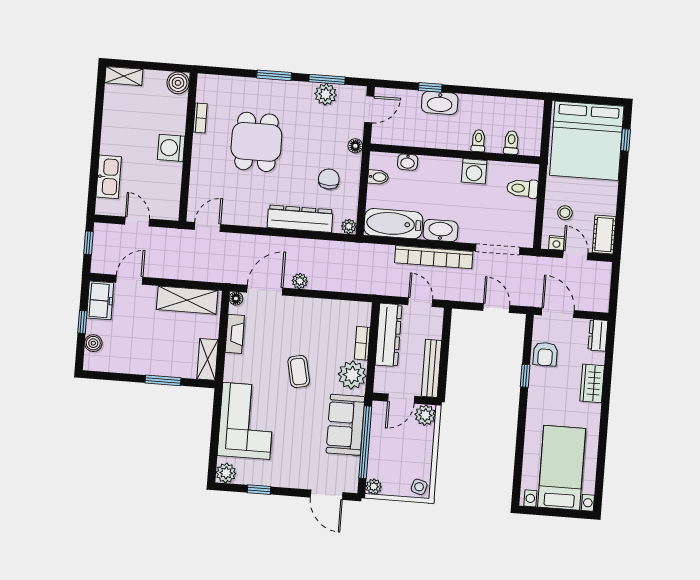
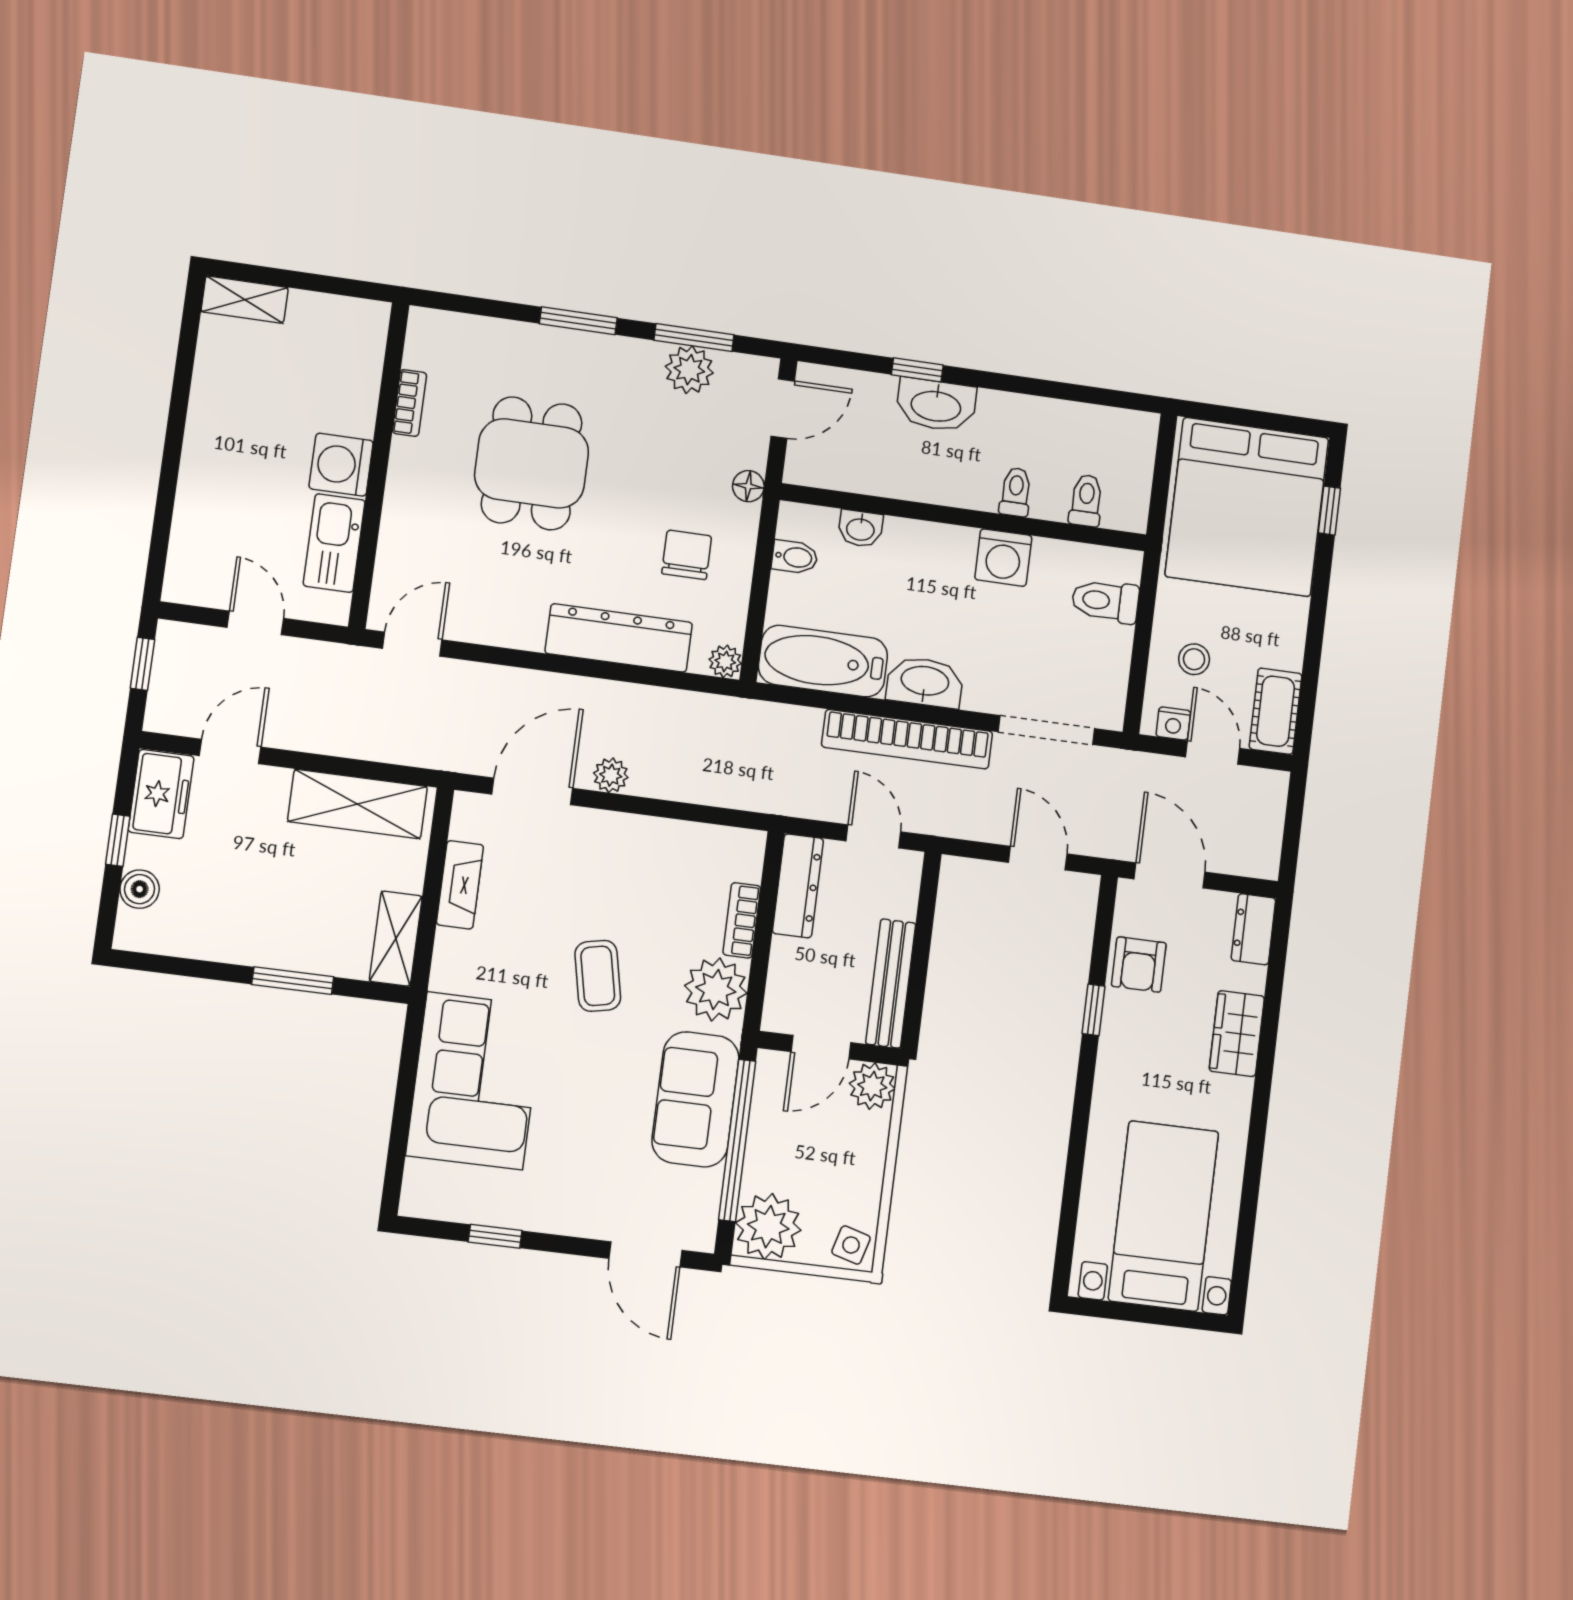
boiler: (178, 83) -> (365, 323), removed
kitchen sink: (109, 177) -> (334, 543), moved, turned 180
floor lamp: (236, 299) -> (467, 806), removed
dresser: (389, 335) -> (798, 886), width x0.73, depth x0.80
plant: (226, 473) -> (423, 1196), removed
plant: (374, 487) -> (768, 1227), width x1.87, depth x1.87

